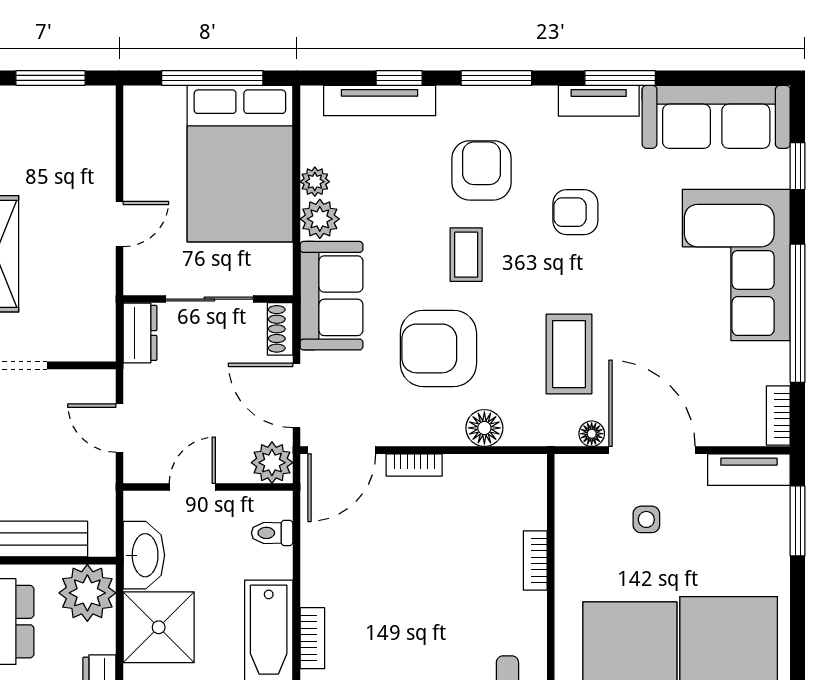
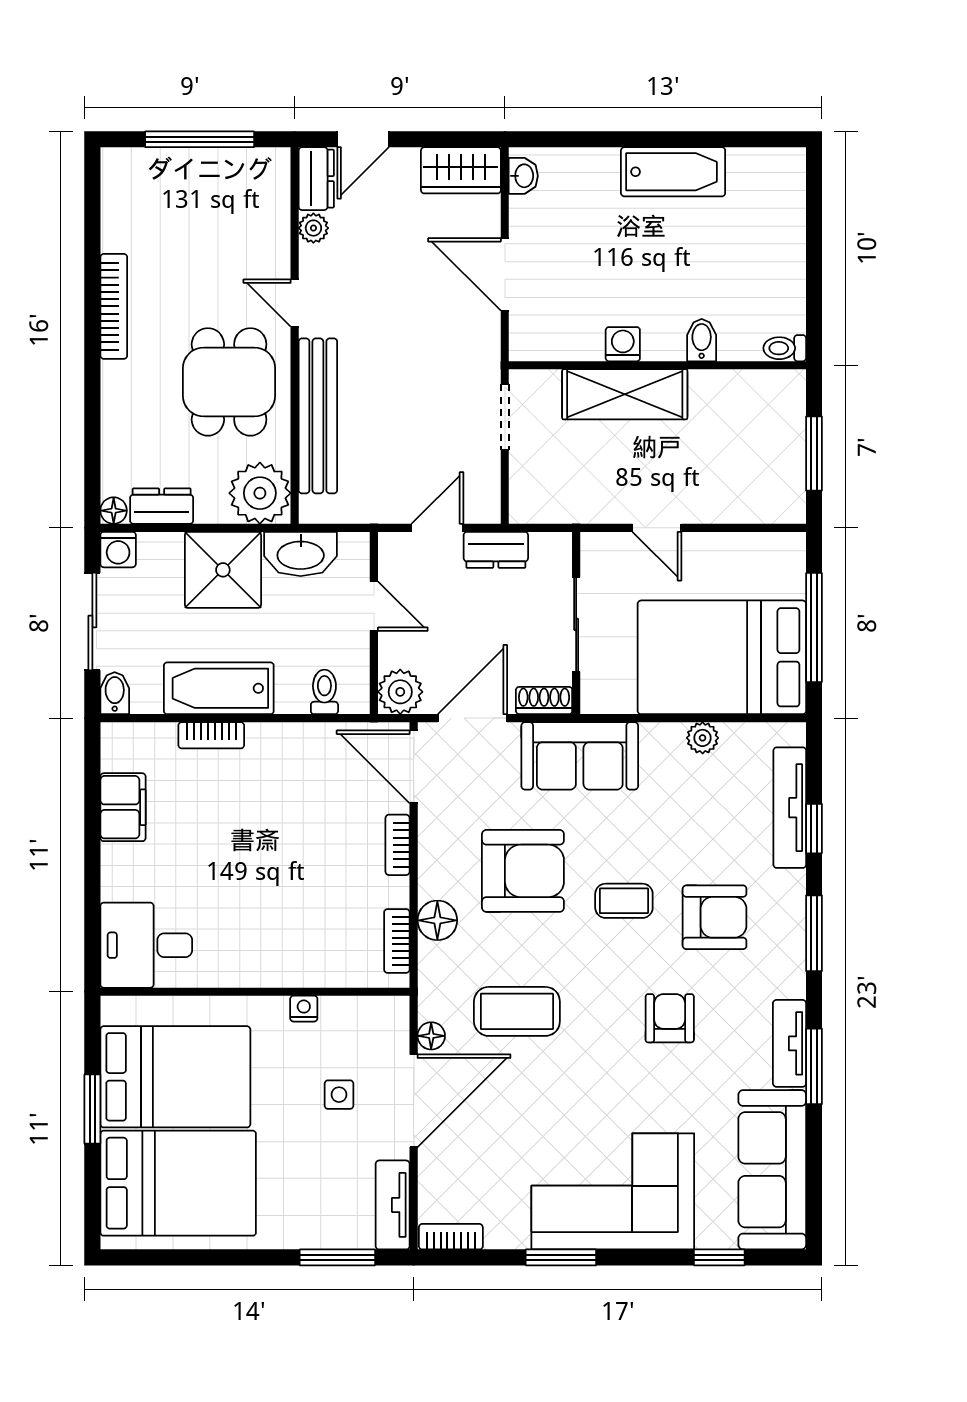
plant: (320, 219) -> (662, 743), removed
window: (798, 313) -> (561, 1257), width x0.47
dresser: (140, 333) -> (496, 550), moved
armchair: (438, 348) -> (523, 871), turned 90
nightstand: (566, 552) -> (304, 1009), added
bookcase: (535, 560) -> (397, 941), moved, turned -90

